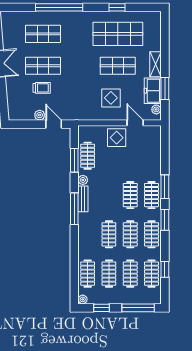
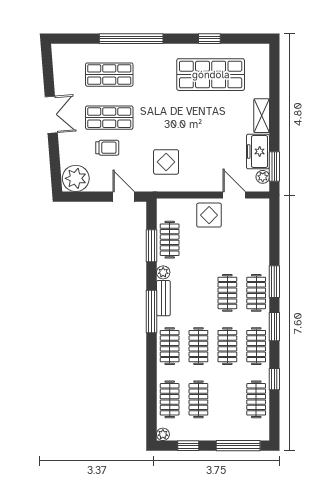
shop shelf: (118, 66) -> (211, 118), removed
window: (165, 89) -> (274, 167), moved
display table: (111, 98) -> (166, 162), moved
plant: (40, 115) -> (76, 178), moved, width x1.88, depth x1.88
window: (165, 269) -> (274, 379), moved
clothes rail: (130, 274) -> (170, 346), moved

